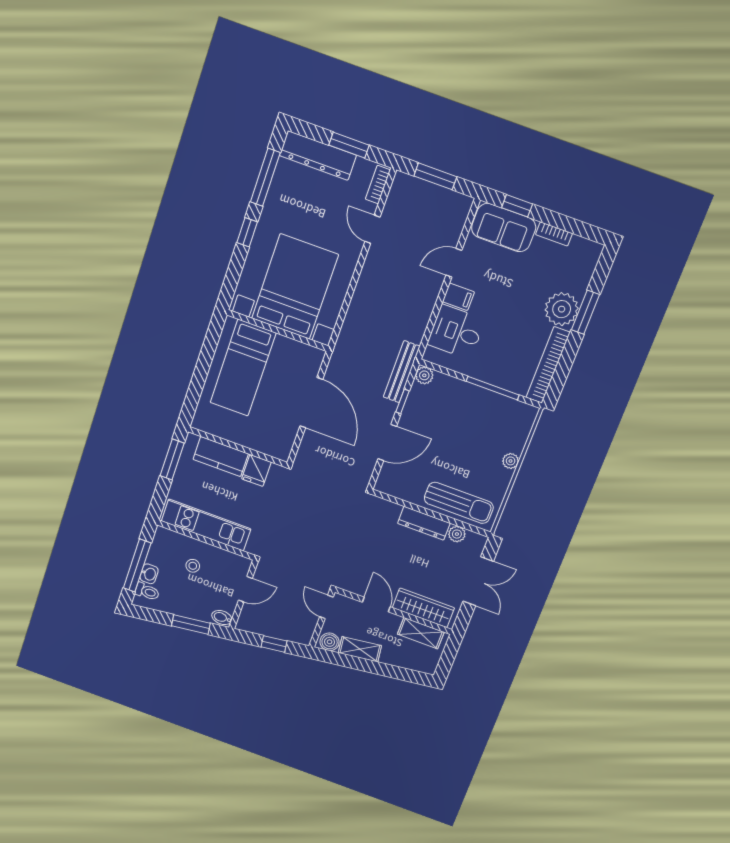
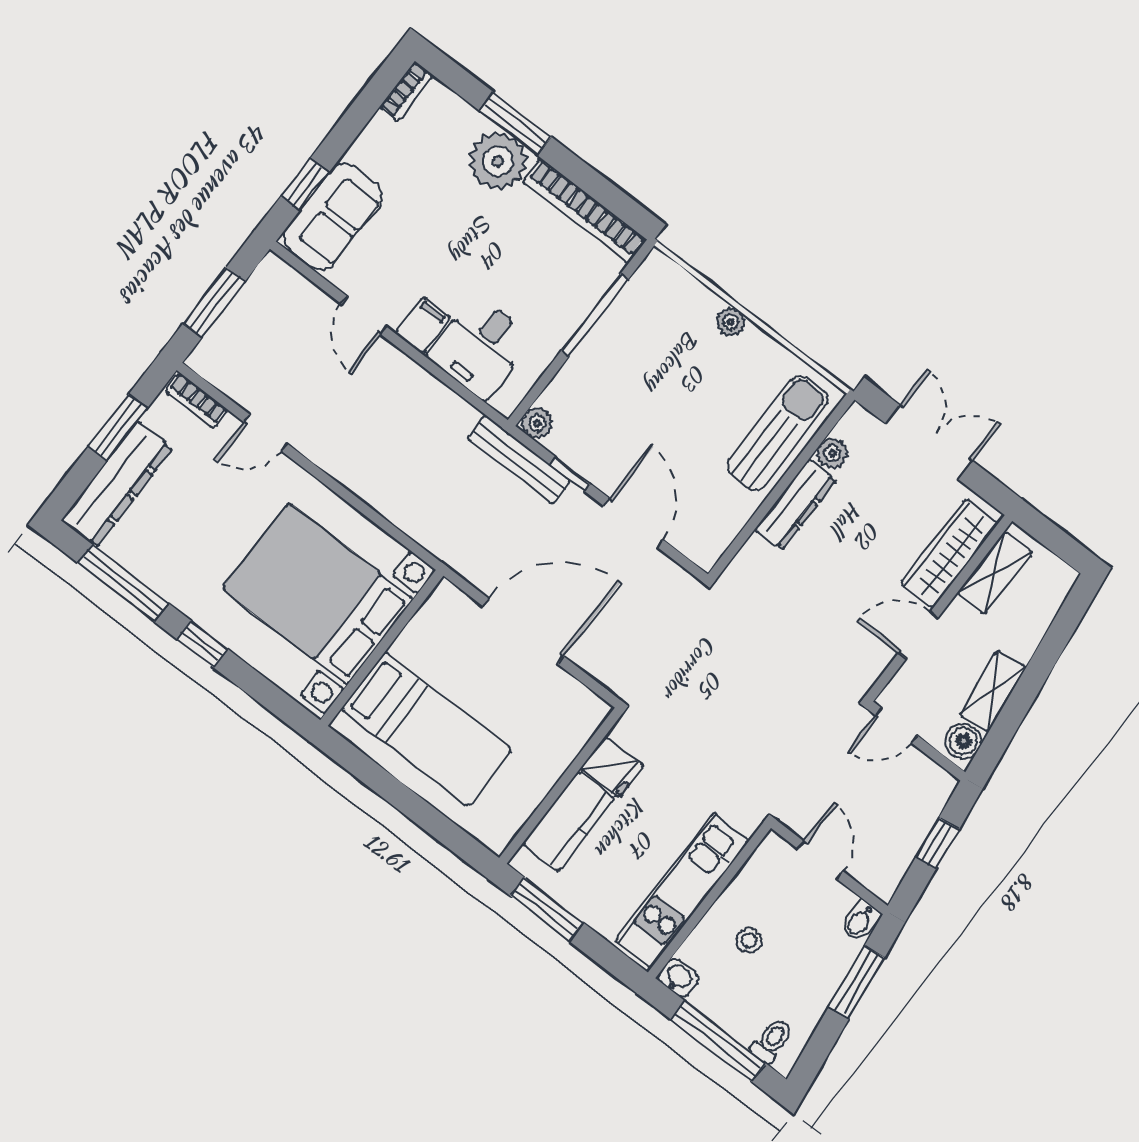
bookcase: (554, 234) -> (406, 91), moved
washbasin: (149, 574) -> (678, 978), moved

